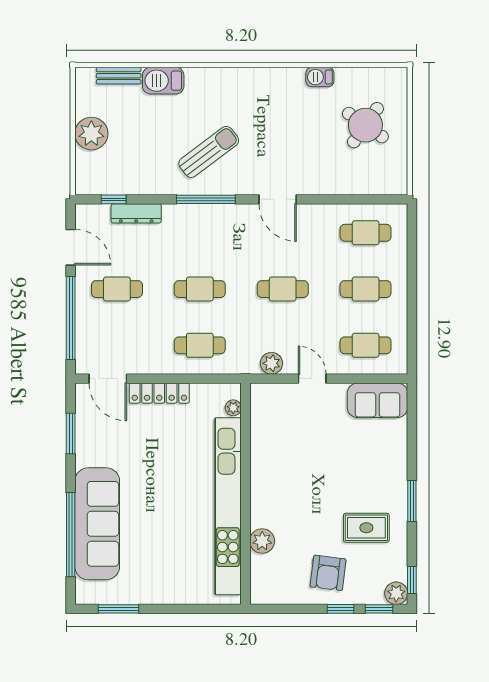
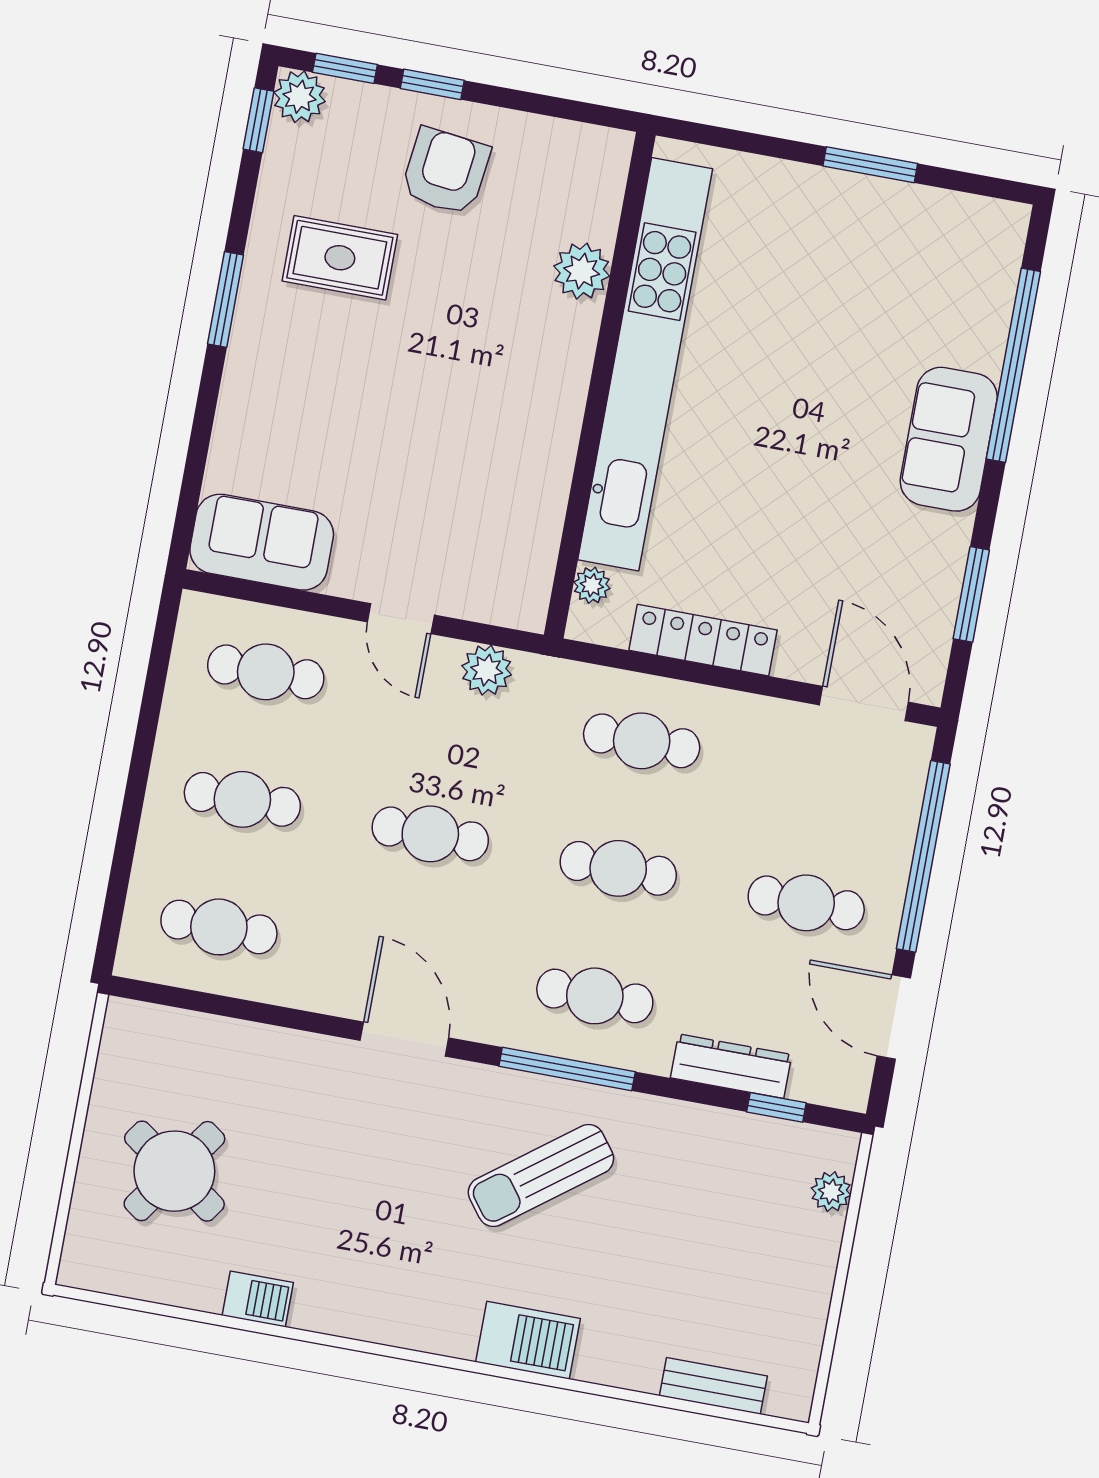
barbecue: (163, 81) -> (528, 1340), moved
plant: (91, 134) -> (831, 1192), moved, width x0.53, depth x0.53
cafe table: (200, 233) -> (595, 996), added
locker: (159, 393) -> (703, 640), moved
sofa: (97, 524) -> (949, 439), width x0.54, depth x0.79
window: (118, 609) -> (870, 165), moved

